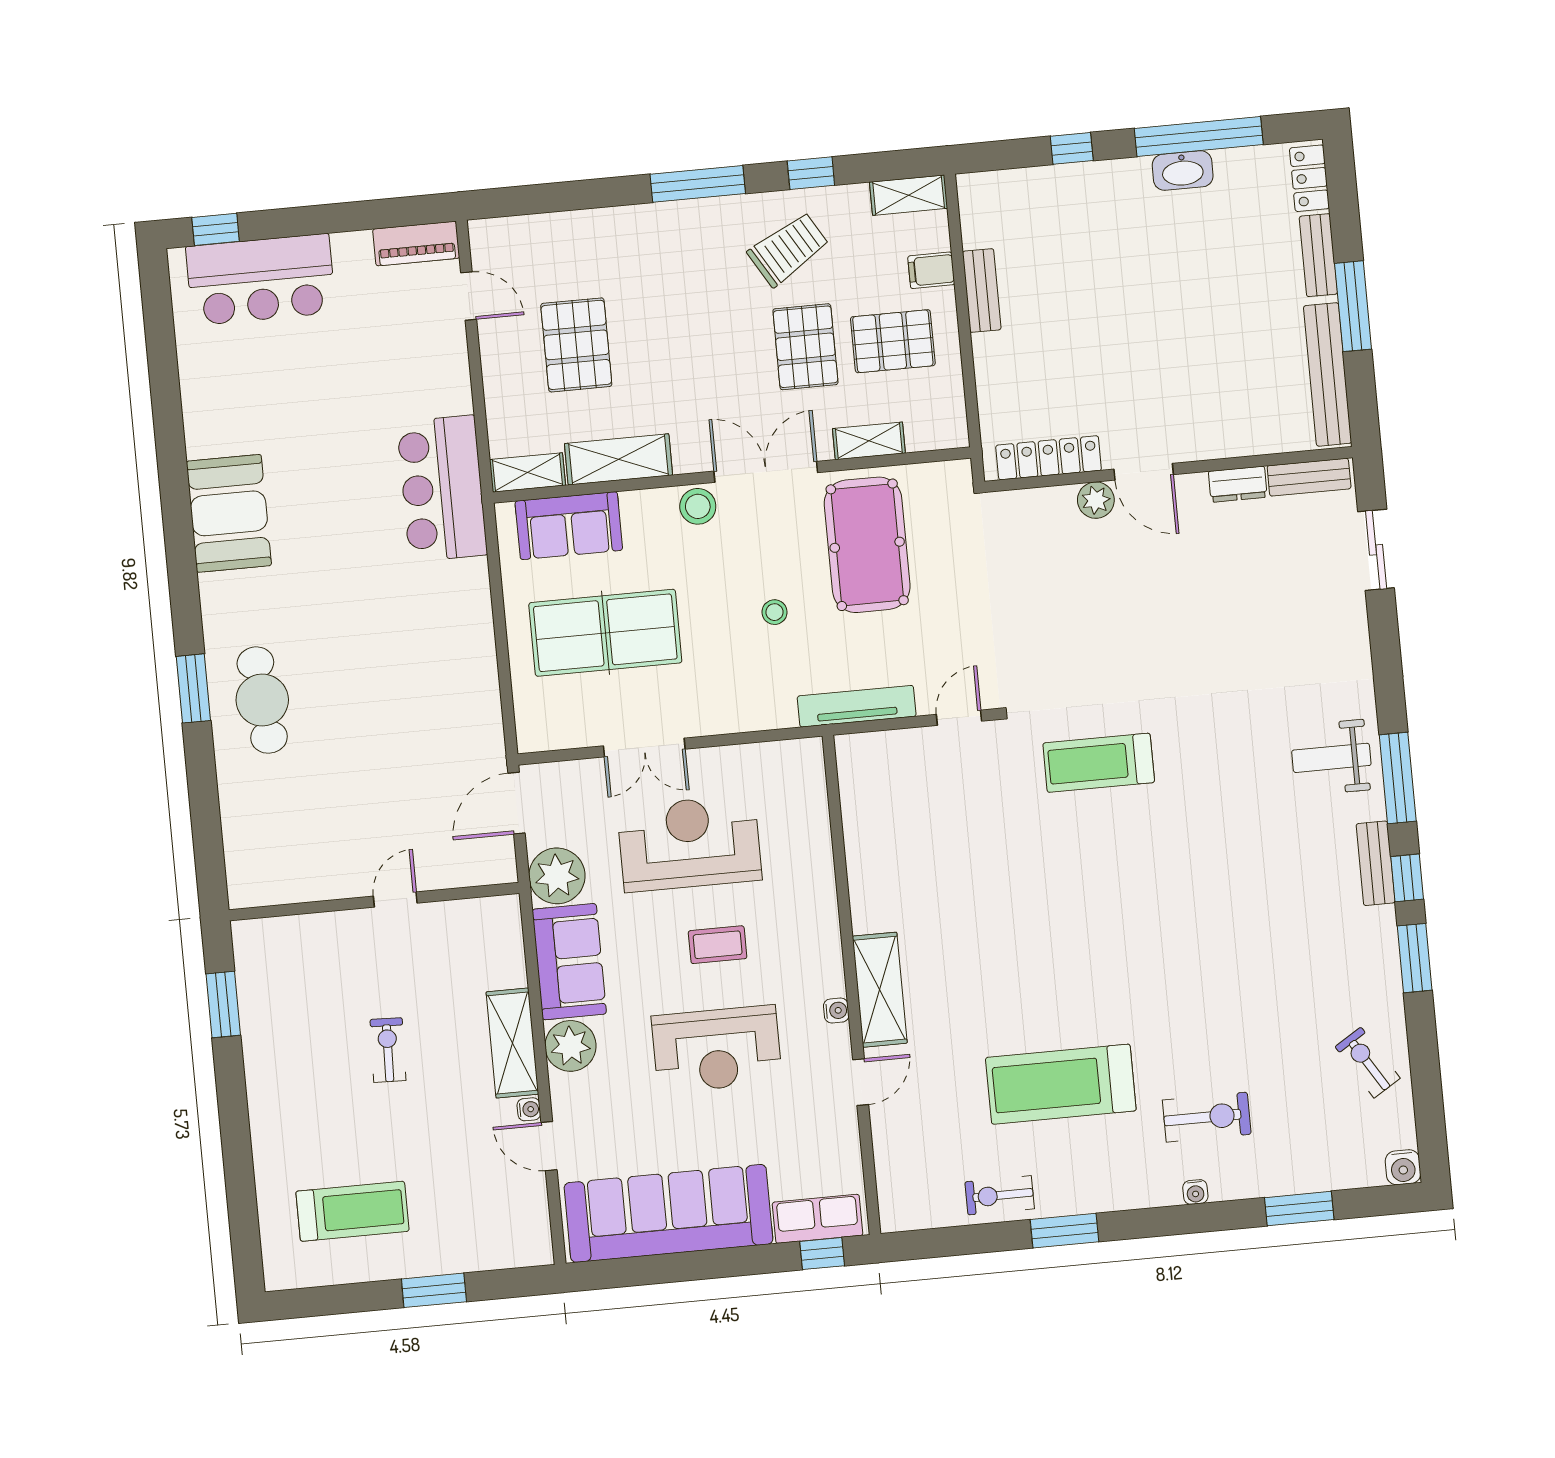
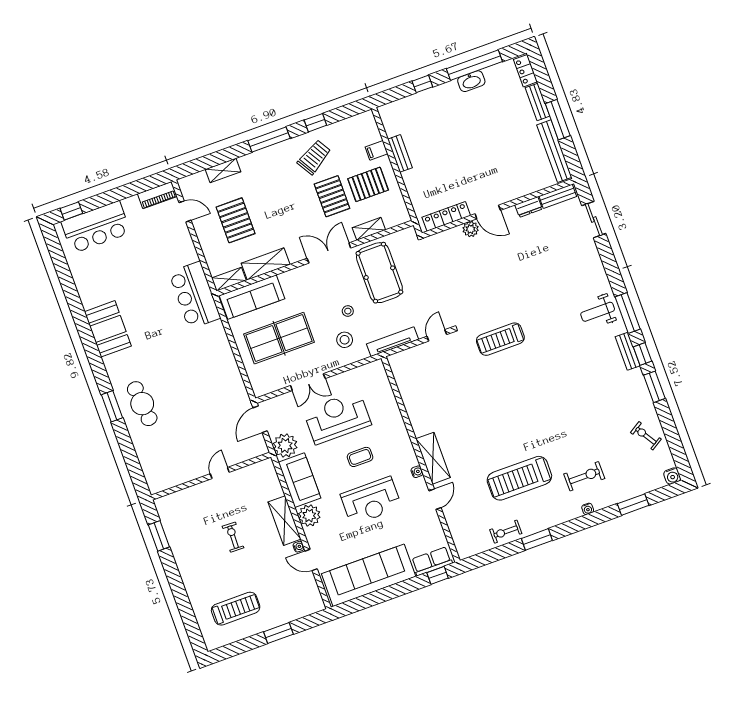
shelving: (909, 195) -> (223, 170), moved
stool: (698, 506) -> (345, 340), moved
sofa: (569, 526) -> (252, 297), width x1.36

